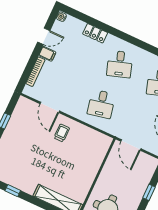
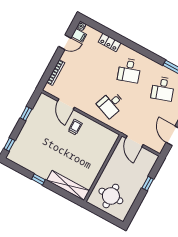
filing cabinet: (47, 54) -> (79, 35), moved
desk: (101, 104) -> (111, 104), turned 33
window: (13, 191) -> (38, 179), moved

